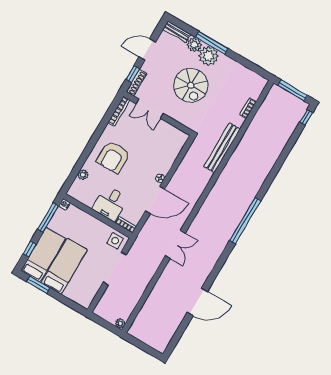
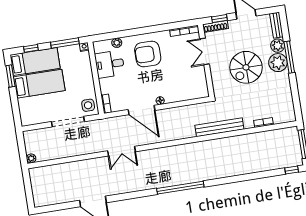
desk: (110, 204) -> (110, 64), moved

